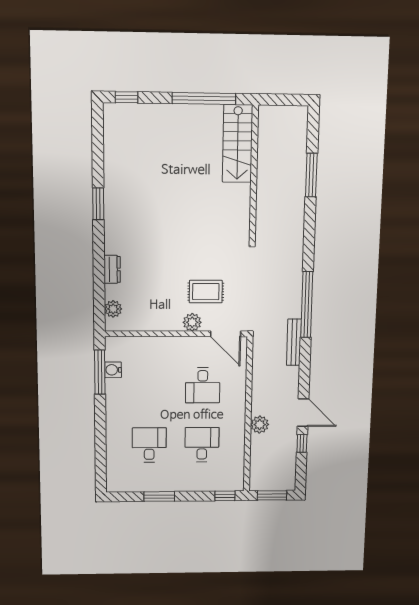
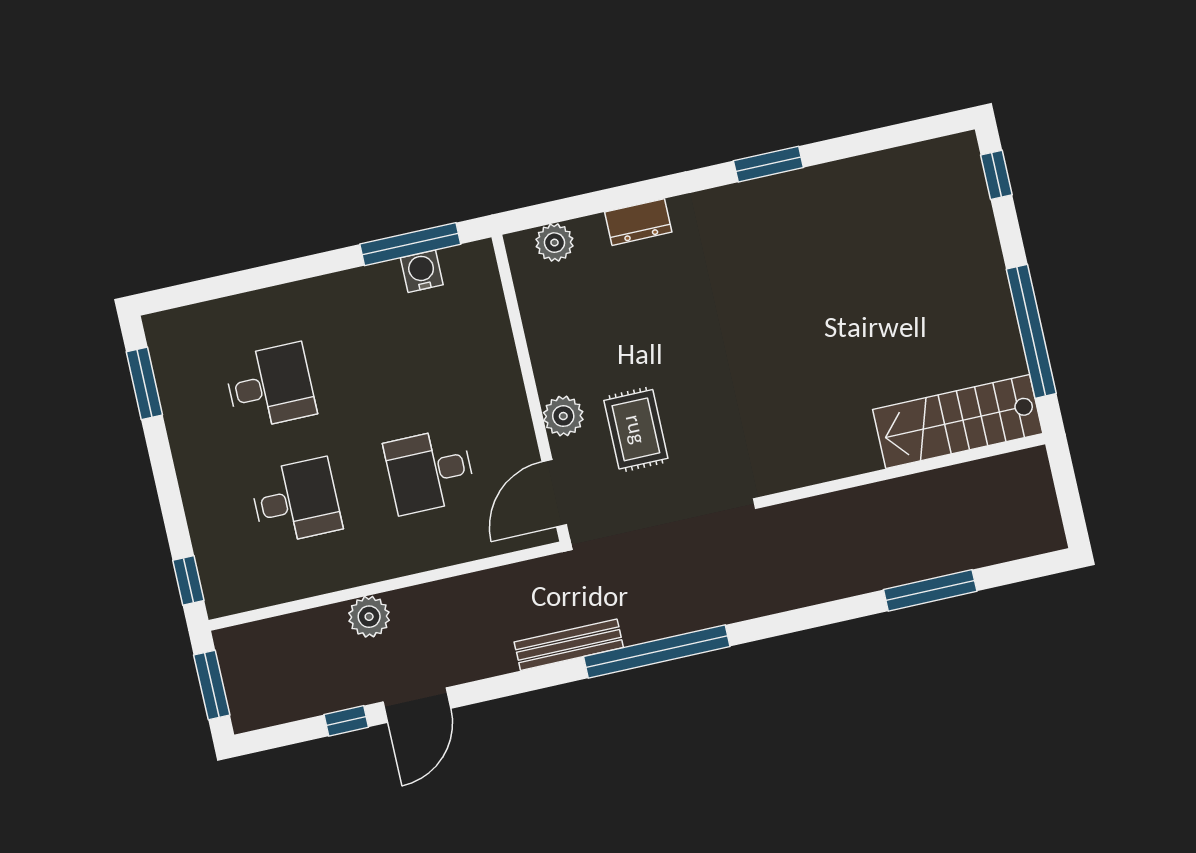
window: (159, 496) -> (144, 383), moved

